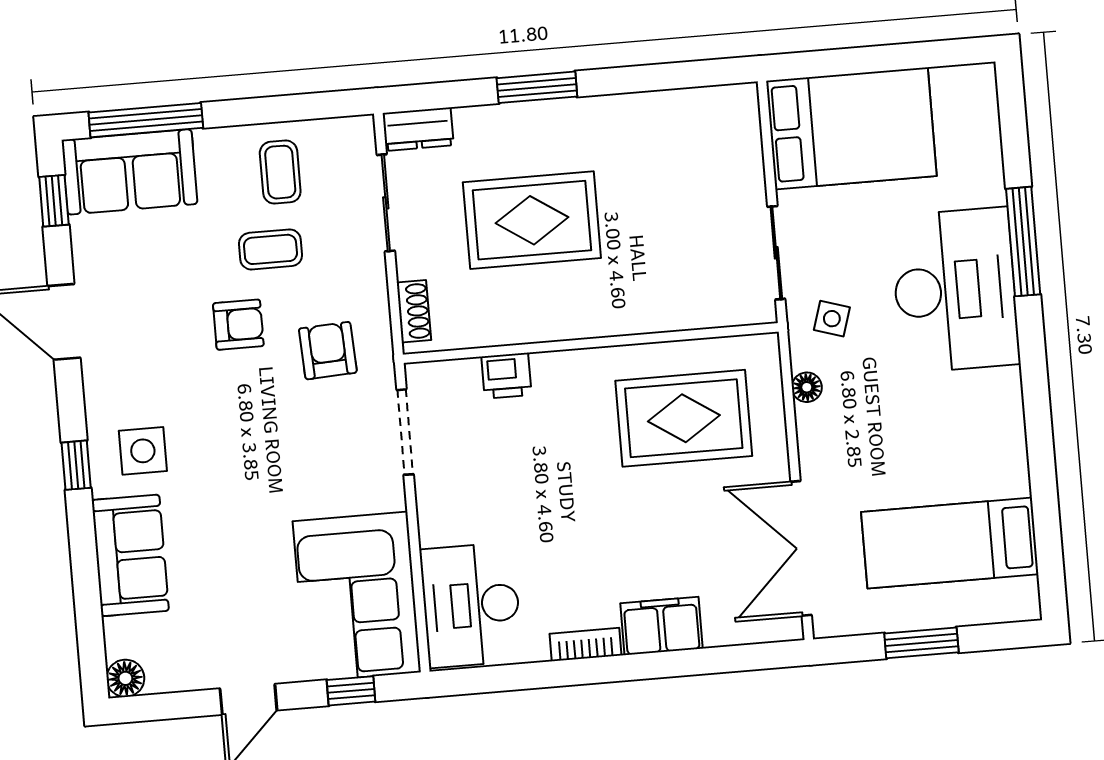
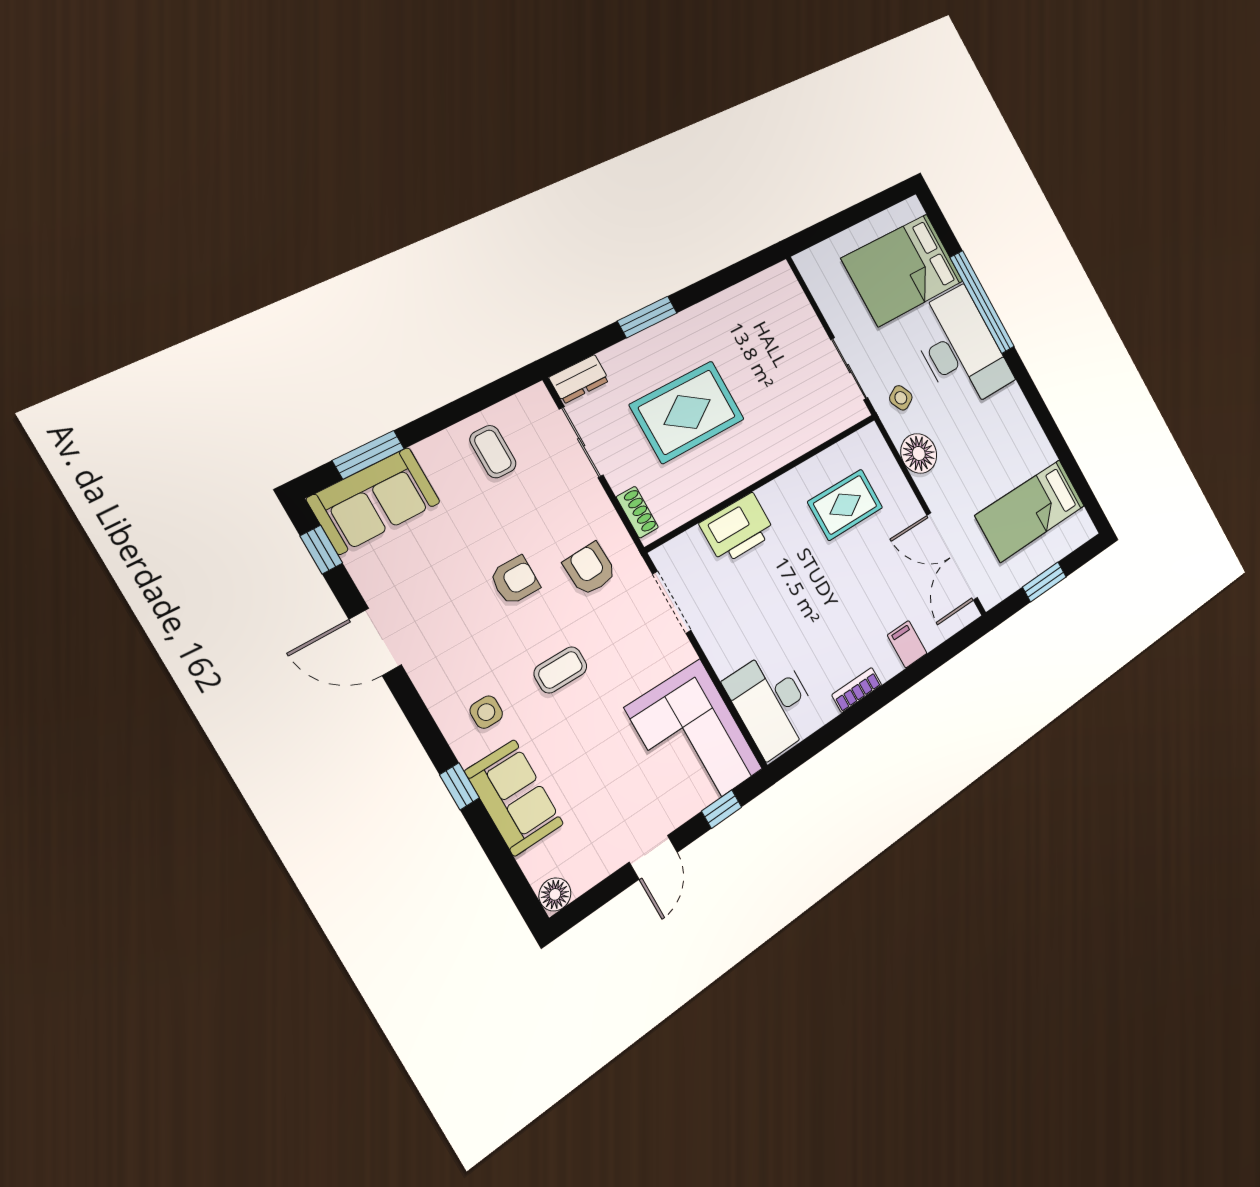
window: (146, 120) -> (368, 455), width x0.69
bed: (851, 128) -> (903, 270), moved, turned 180
window: (1023, 242) -> (982, 302), width x1.46
coffee table: (270, 249) -> (560, 670), moved
side table: (832, 319) -> (901, 398), turned 45
printer: (506, 376) -> (737, 528), width x1.87, depth x1.48
floor lamp: (807, 387) -> (919, 453), width x1.89, depth x1.89
rug: (684, 418) -> (845, 505), width x0.73, depth x0.70
side table: (143, 451) -> (486, 712), width x0.73, depth x0.73
window: (76, 465) -> (459, 786), moved
filing cabinet: (662, 626) -> (907, 644), width x0.50

